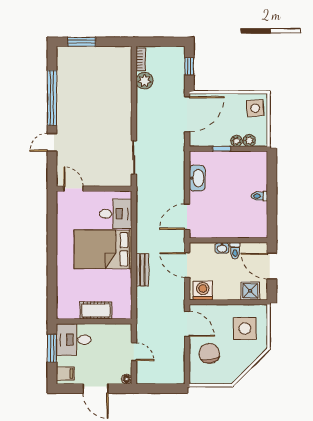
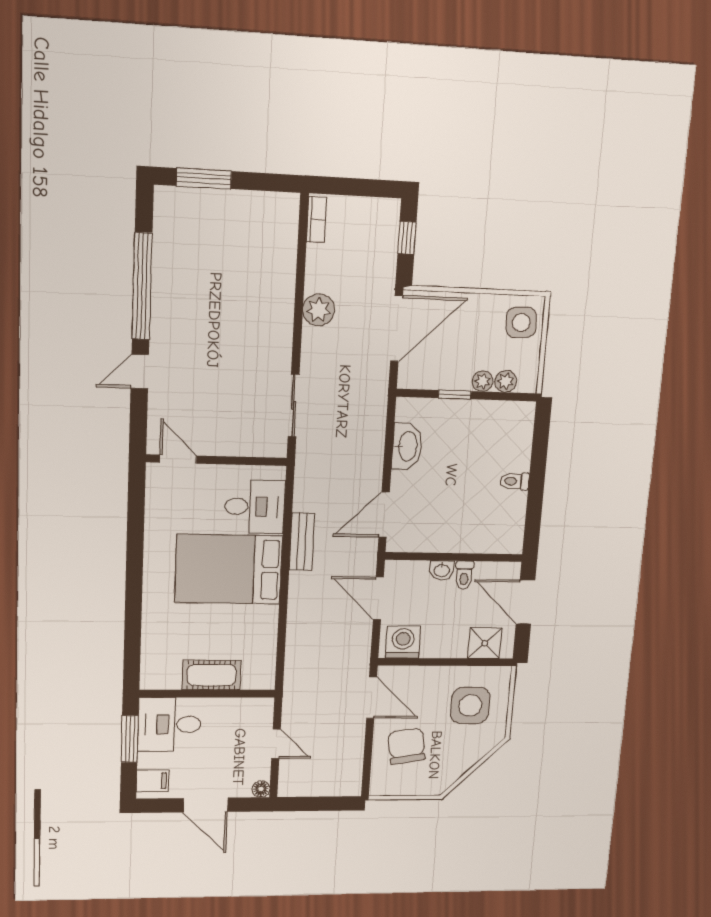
plant: (145, 81) -> (319, 310), moved
bench: (142, 270) -> (302, 542), moved

